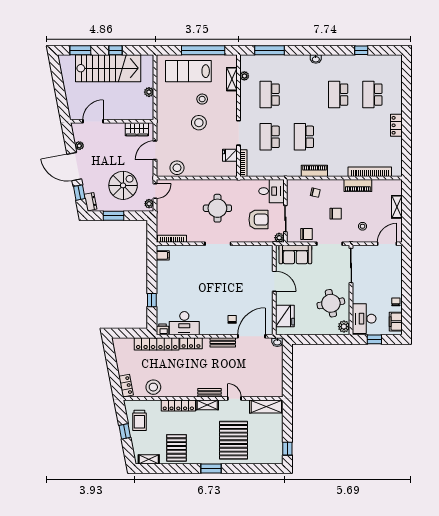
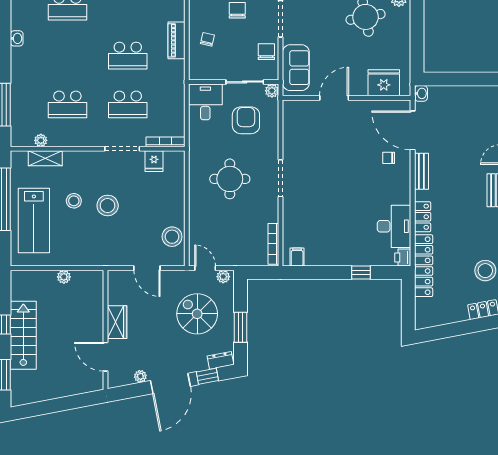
stairs: (108, 68) -> (23, 335), width x0.73, depth x0.66
wardrobe: (137, 129) -> (117, 322), moved

